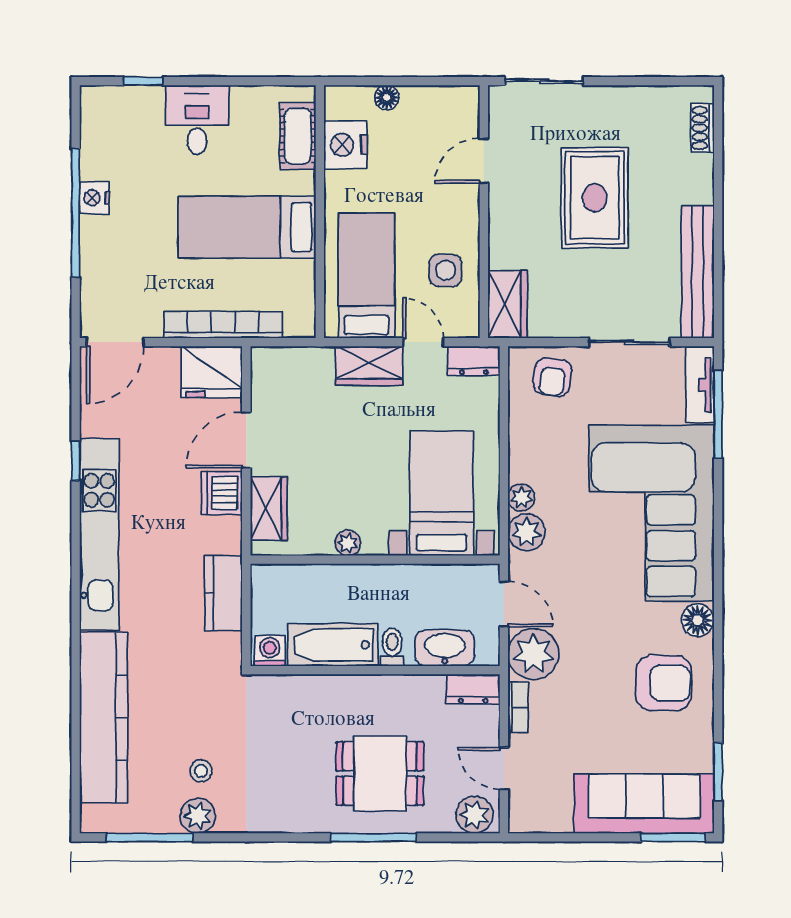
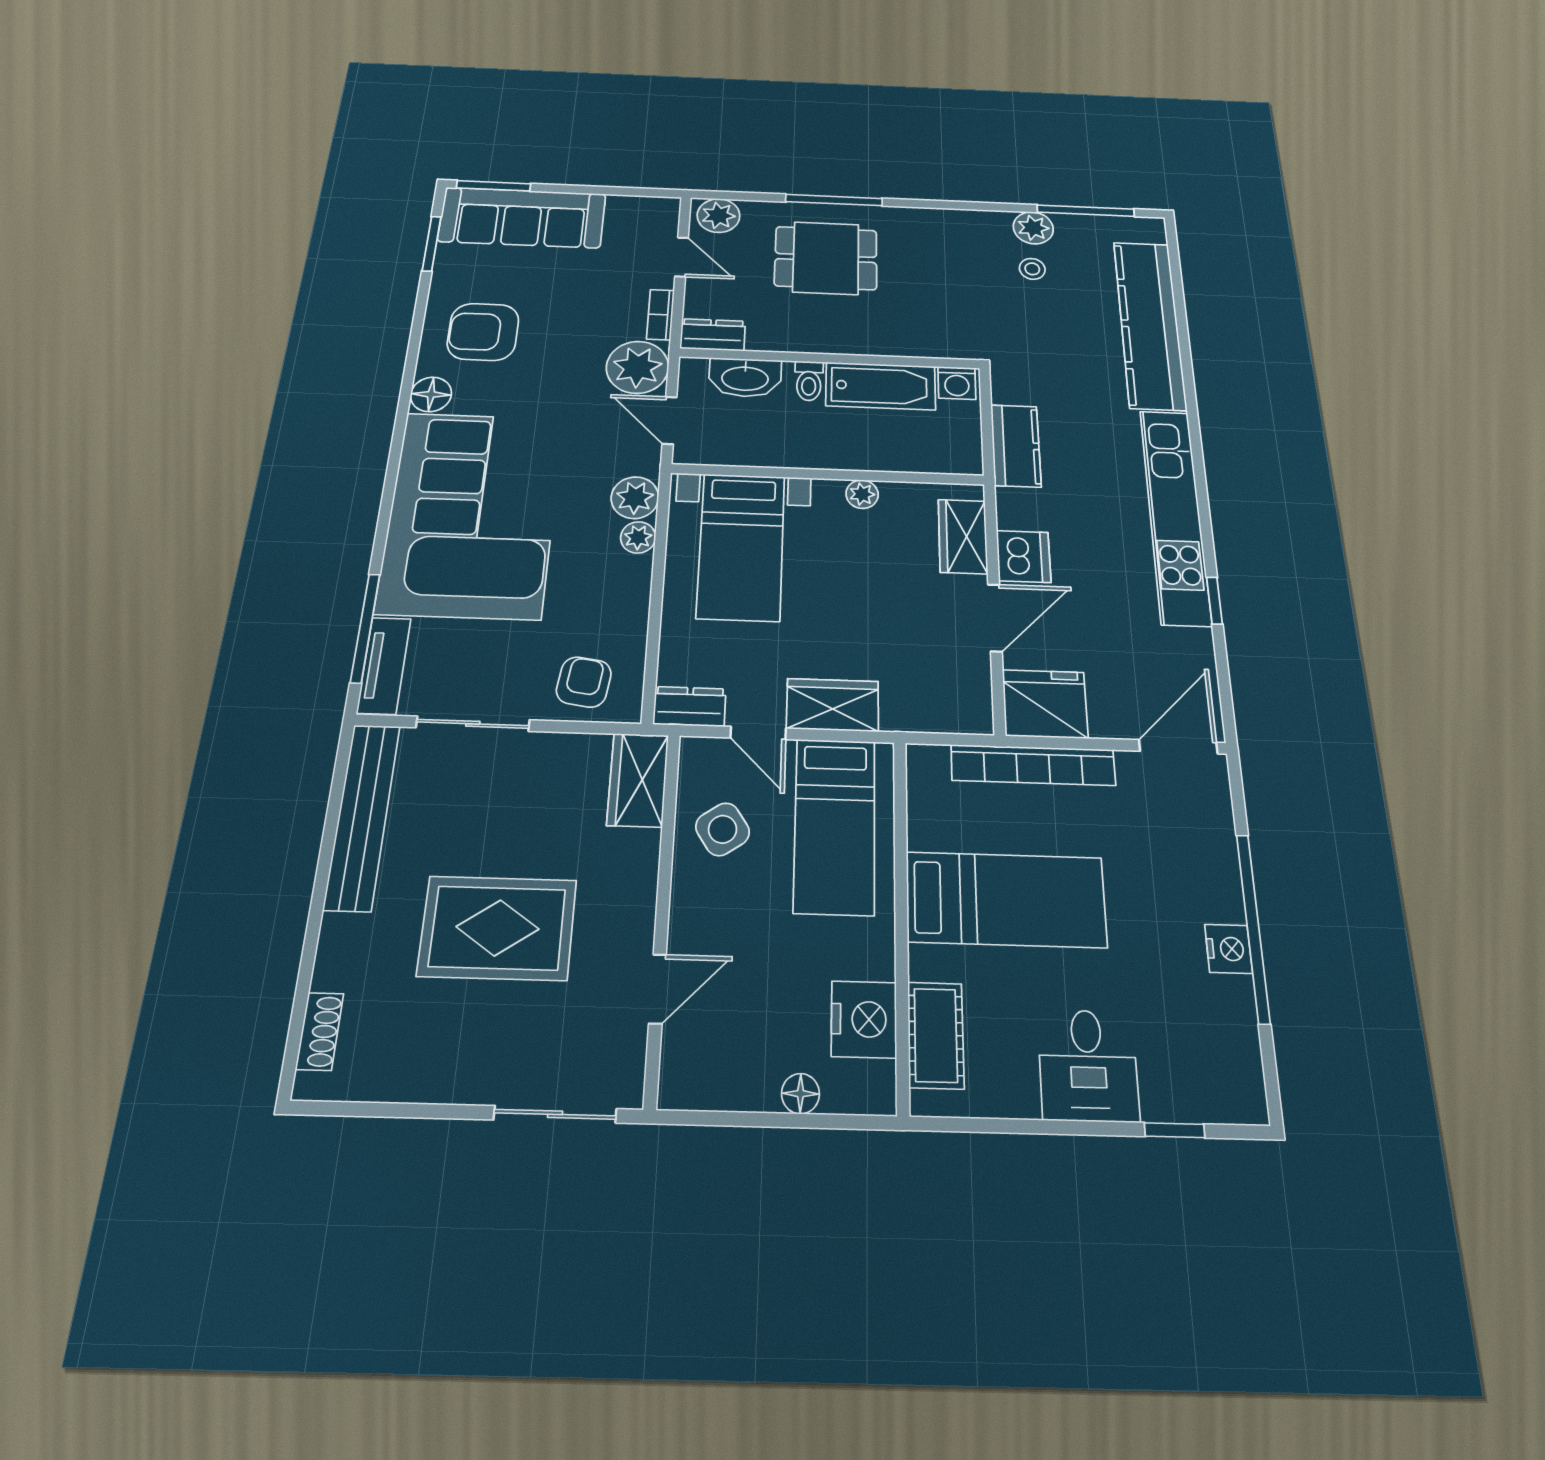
rug: (595, 198) -> (497, 928), turned 90
side table: (445, 270) -> (723, 829), turned -34

